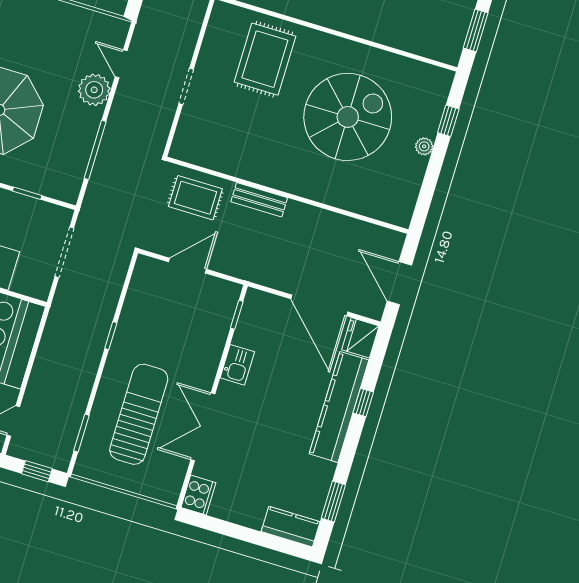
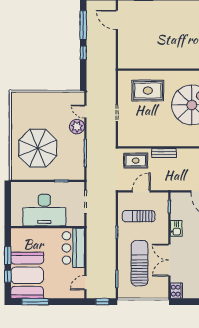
rug: (265, 59) -> (148, 91), turned 90
sun lounger: (166, 316) -> (139, 216), added

